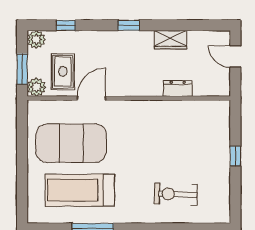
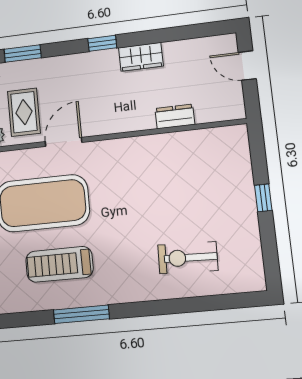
window: (66, 25) -> (23, 54), width x1.50
wardrobe: (171, 40) -> (141, 57), moved
treadmill: (80, 190) -> (59, 264), width x0.73, depth x0.73

